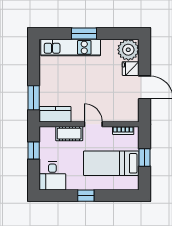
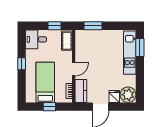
window: (84, 33) -> (140, 47), moved
kitchen counter: (55, 114) -> (81, 91), moved
cot: (69, 134) -> (67, 41), moved

